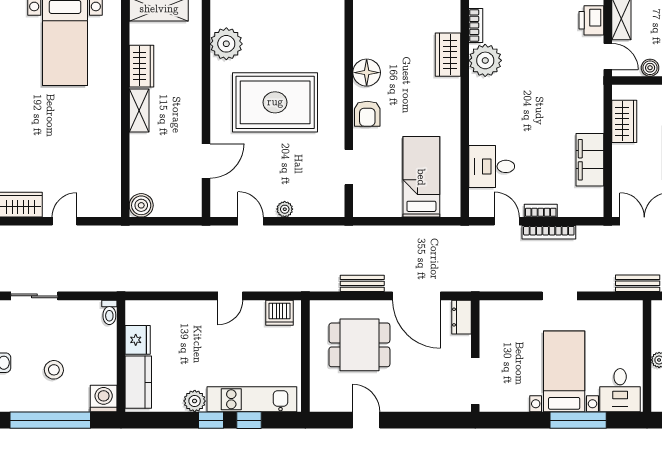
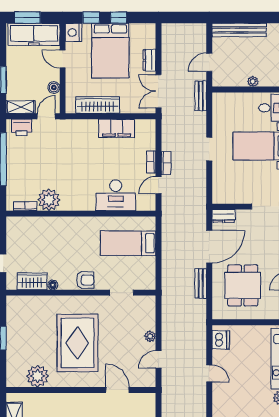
wardrobe: (448, 55) -> (32, 281), moved, turned 180
floor lamp: (367, 73) -> (53, 285), width x0.53, depth x0.53
wardrobe: (624, 121) -> (98, 105), width x1.50
desk: (492, 166) -> (116, 195), width x1.37
bookcase: (549, 232) -> (166, 163), width x0.64

